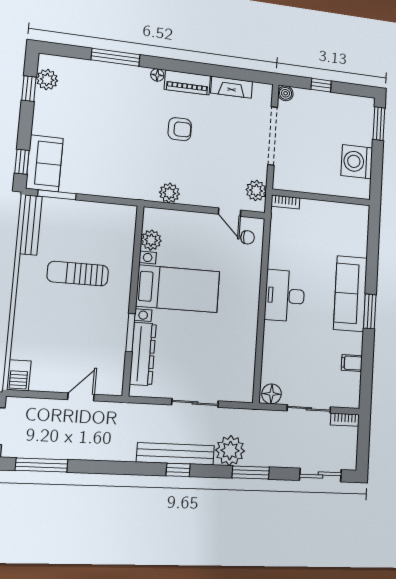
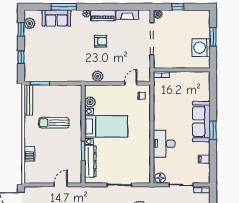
window: (379, 124) -> (213, 37), moved
window: (22, 162) -> (21, 57), moved
sofa: (44, 163) -> (56, 18), moved, turned 90
plant: (256, 191) -> (145, 70), removed
door: (230, 212) -> (131, 83), swing flipped
desk: (285, 296) -> (164, 144), moved
barbecue: (19, 375) -> (29, 154), moved

